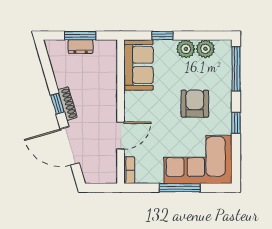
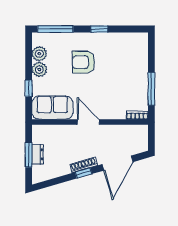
door: (121, 136) -> (88, 122), moved
corner sofa: (198, 159) -> (129, 60), removed
window: (180, 188) -> (151, 89), moved

